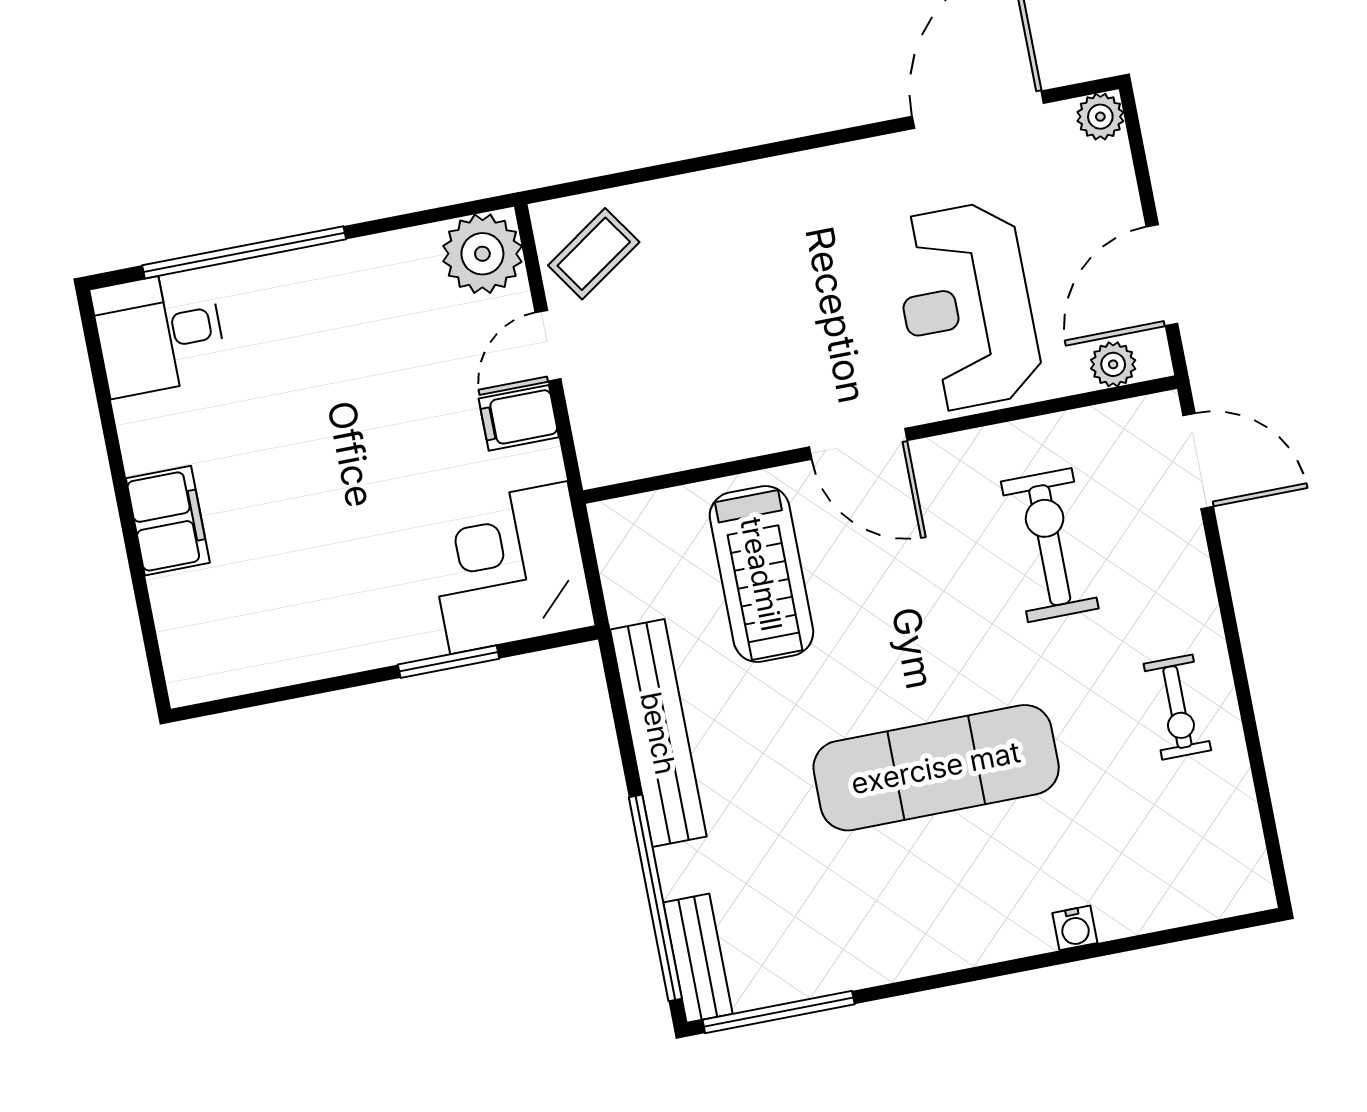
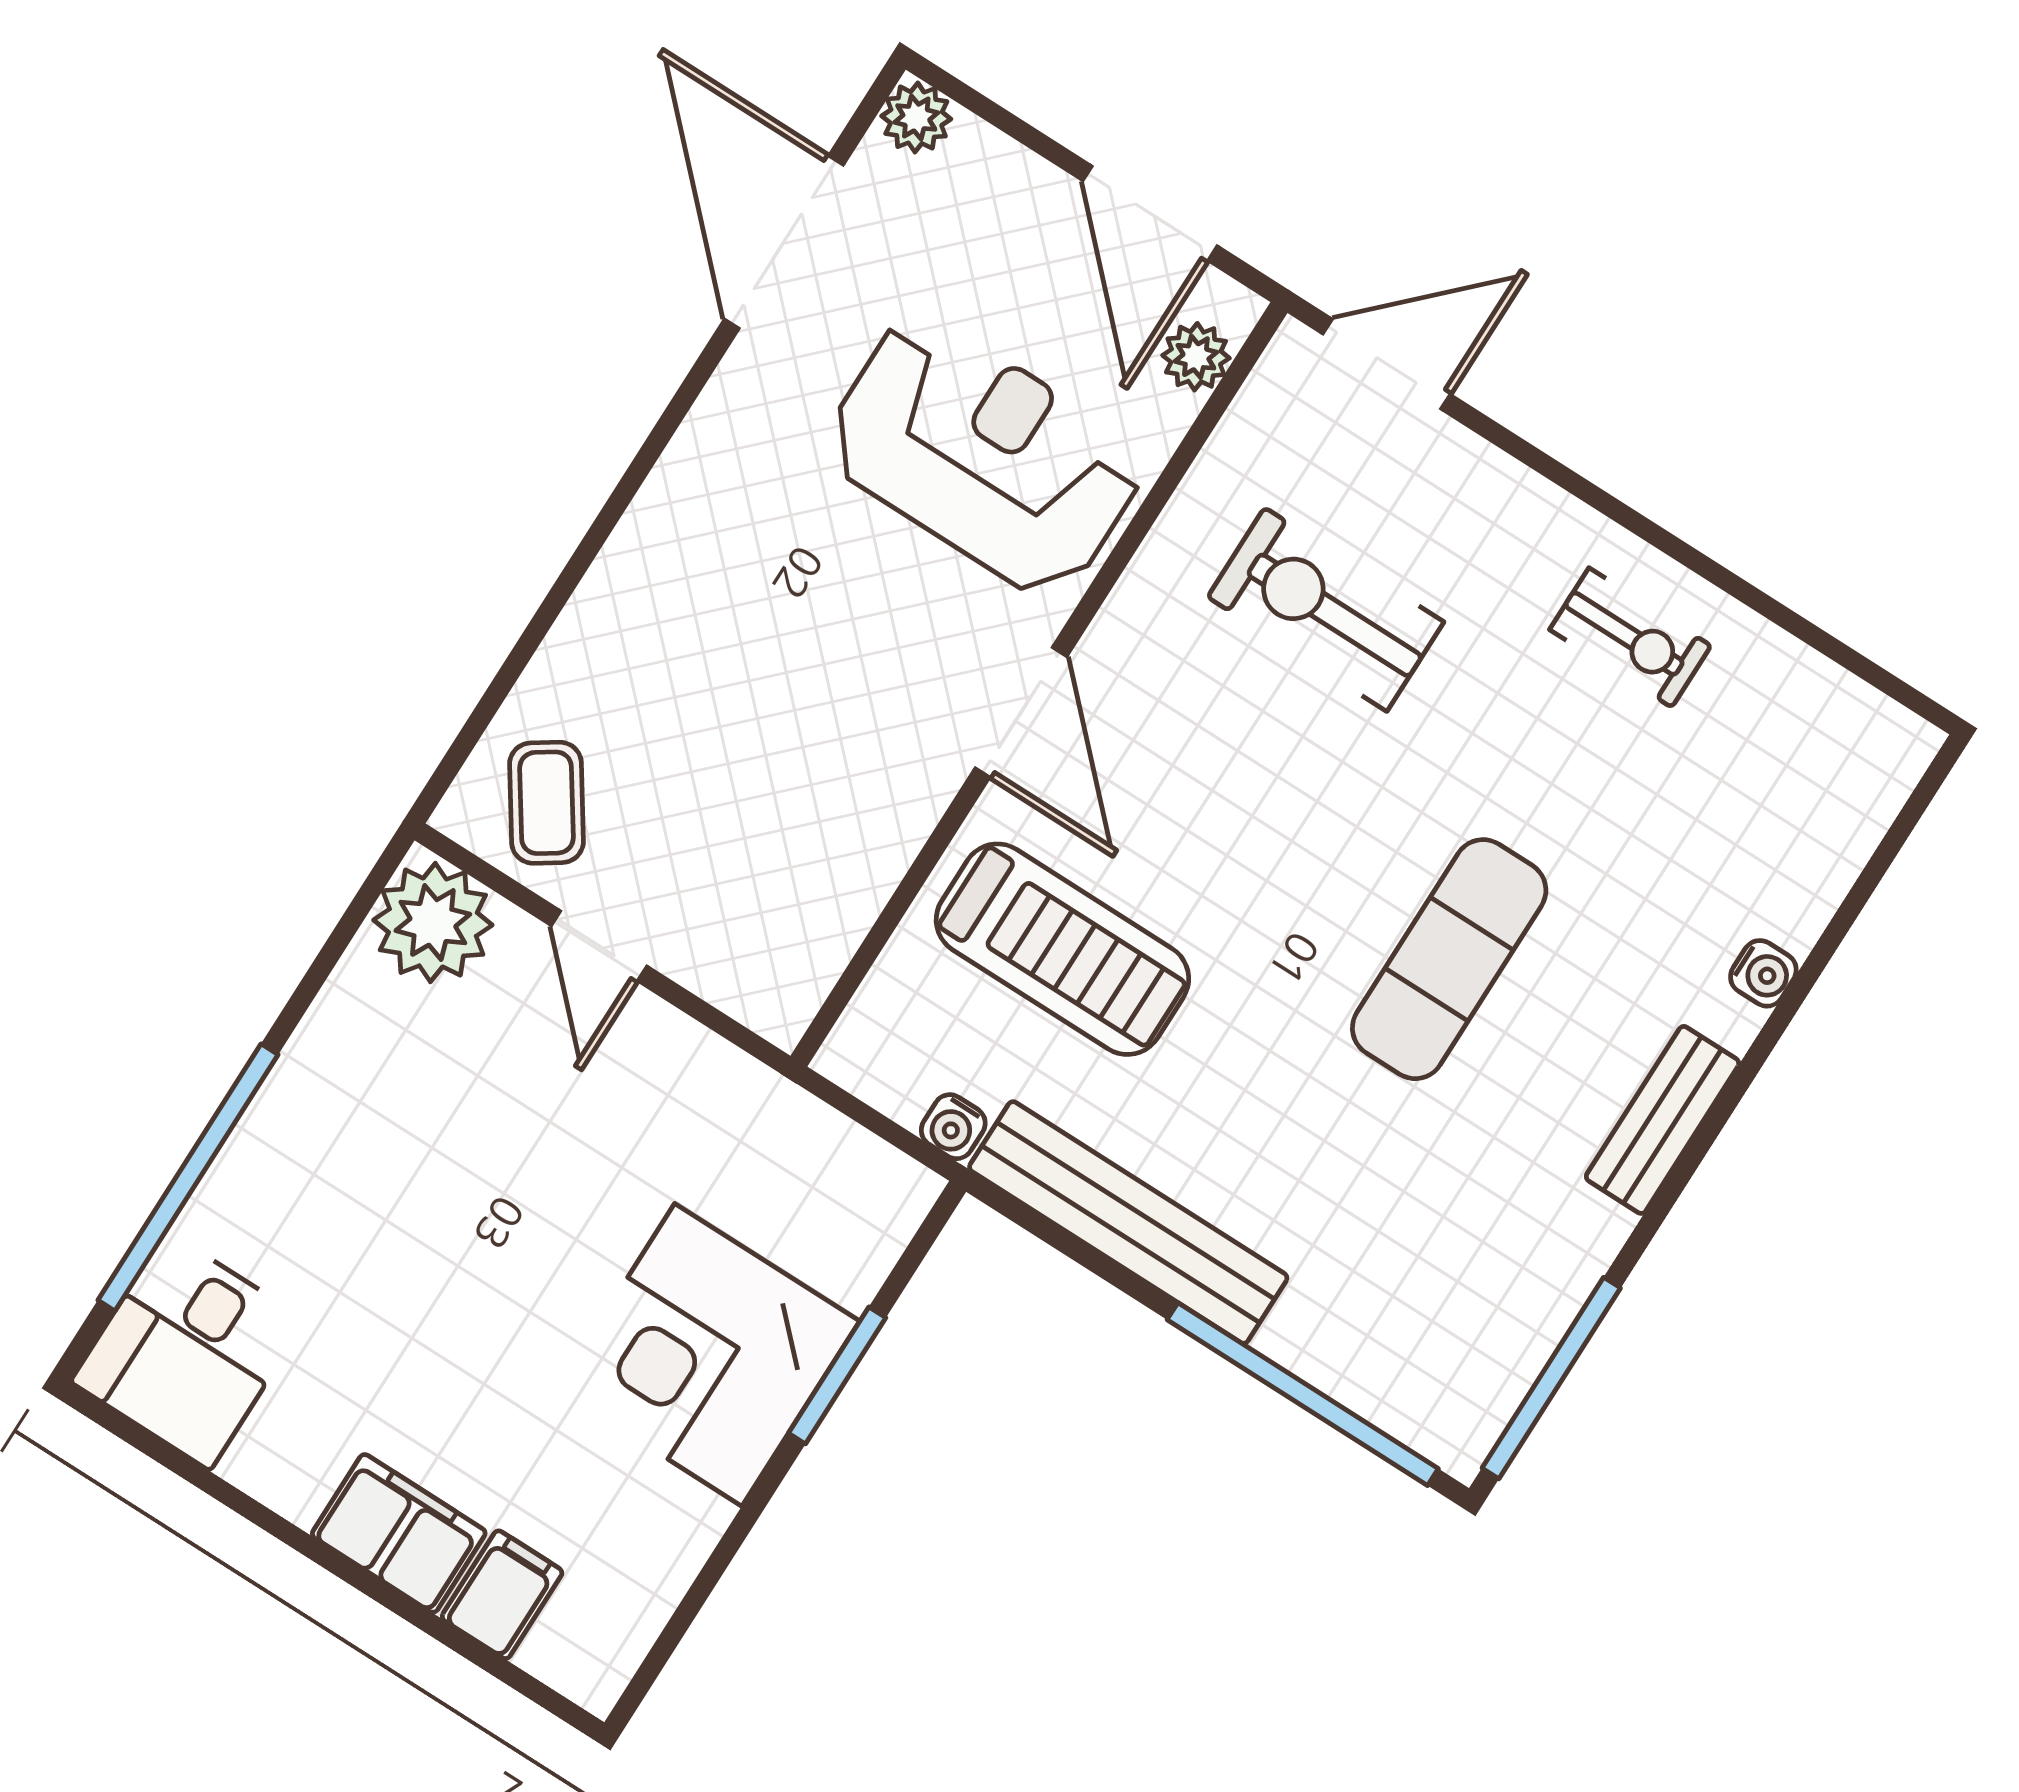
reception desk: (966, 306) -> (984, 455), turned 180
filing cabinet: (519, 418) -> (502, 1595), moved, turned 180
door: (858, 444) -> (1021, 712), hinge flipped
corner desk: (509, 568) -> (708, 1355), moved
water cooler: (624, 603) -> (953, 1127), added
exercise mat: (936, 768) -> (1449, 959), width x0.73, depth x0.69
bench: (698, 958) -> (1662, 1120), moved, turned 90

